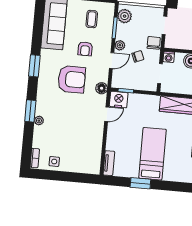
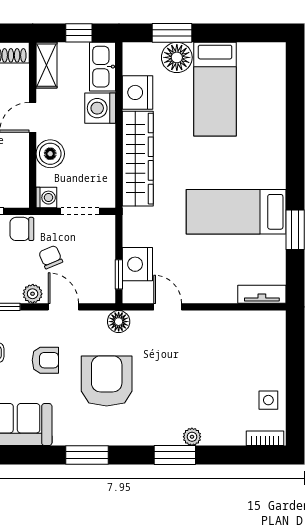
nightstand: (119, 100) -> (137, 264), moved

